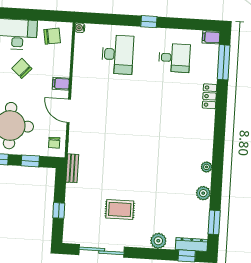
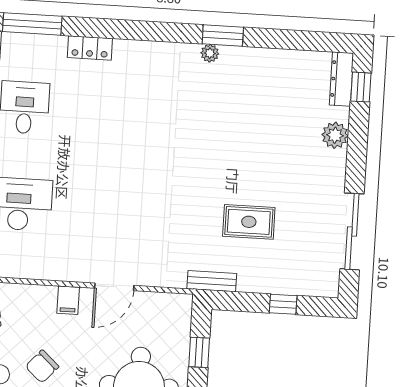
chair: (54, 143) -> (168, 312), removed
plant: (203, 193) -> (254, 59), removed
rug: (120, 209) -> (249, 222), moved, turned 90
window: (214, 222) -> (223, 36), moved

